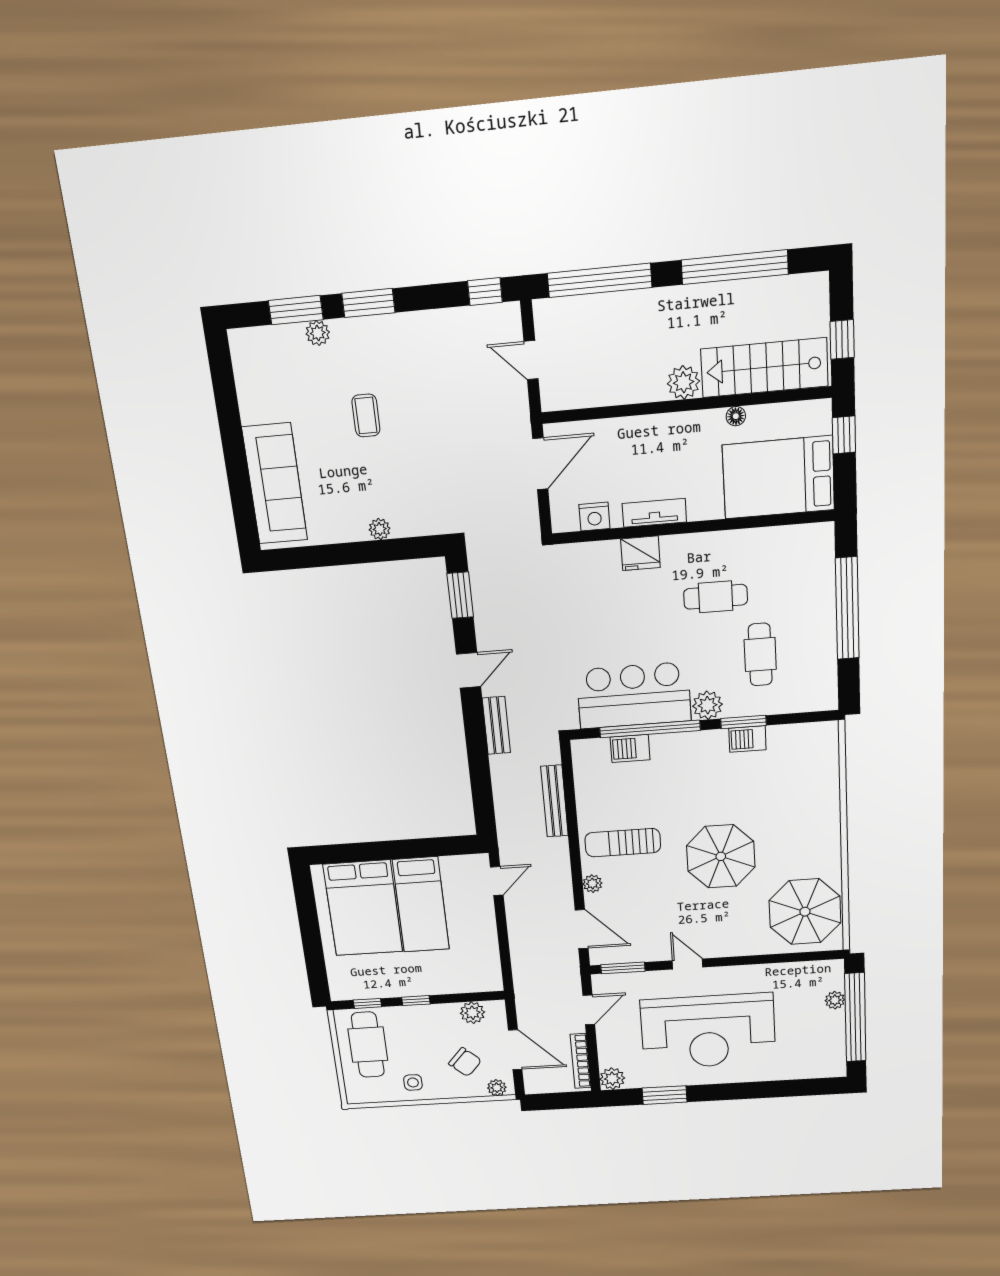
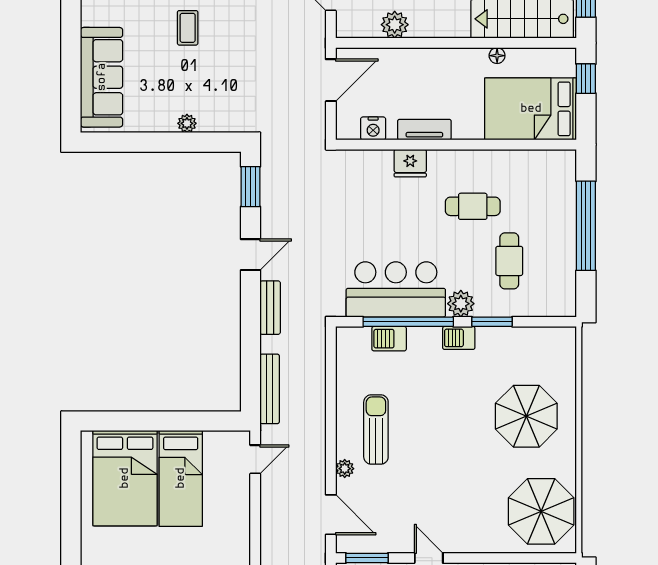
plant: (684, 382) -> (395, 25), moved
barbecue: (747, 739) -> (459, 338), moved
bench: (554, 801) -> (270, 389), moved
sun lounger: (623, 843) -> (376, 429), turned 90
parasol: (721, 856) -> (526, 416), moved

